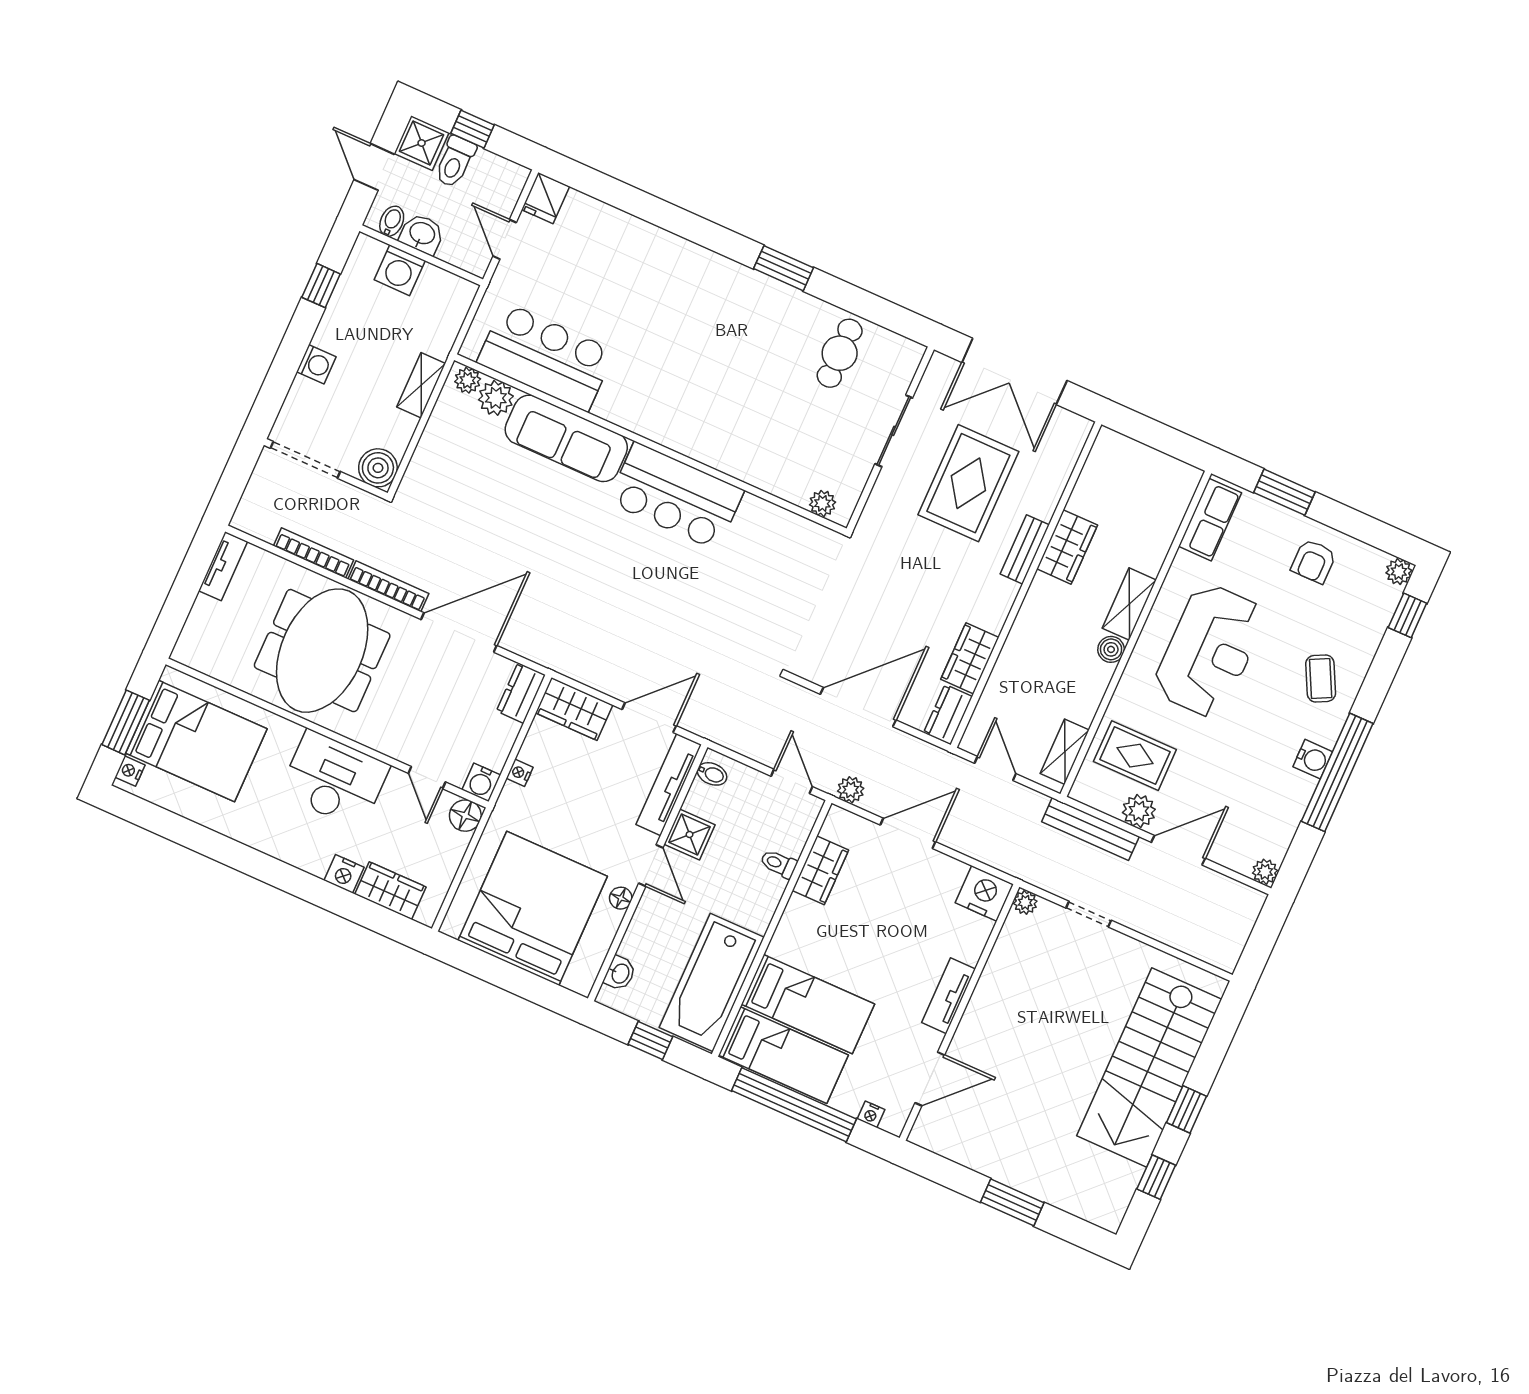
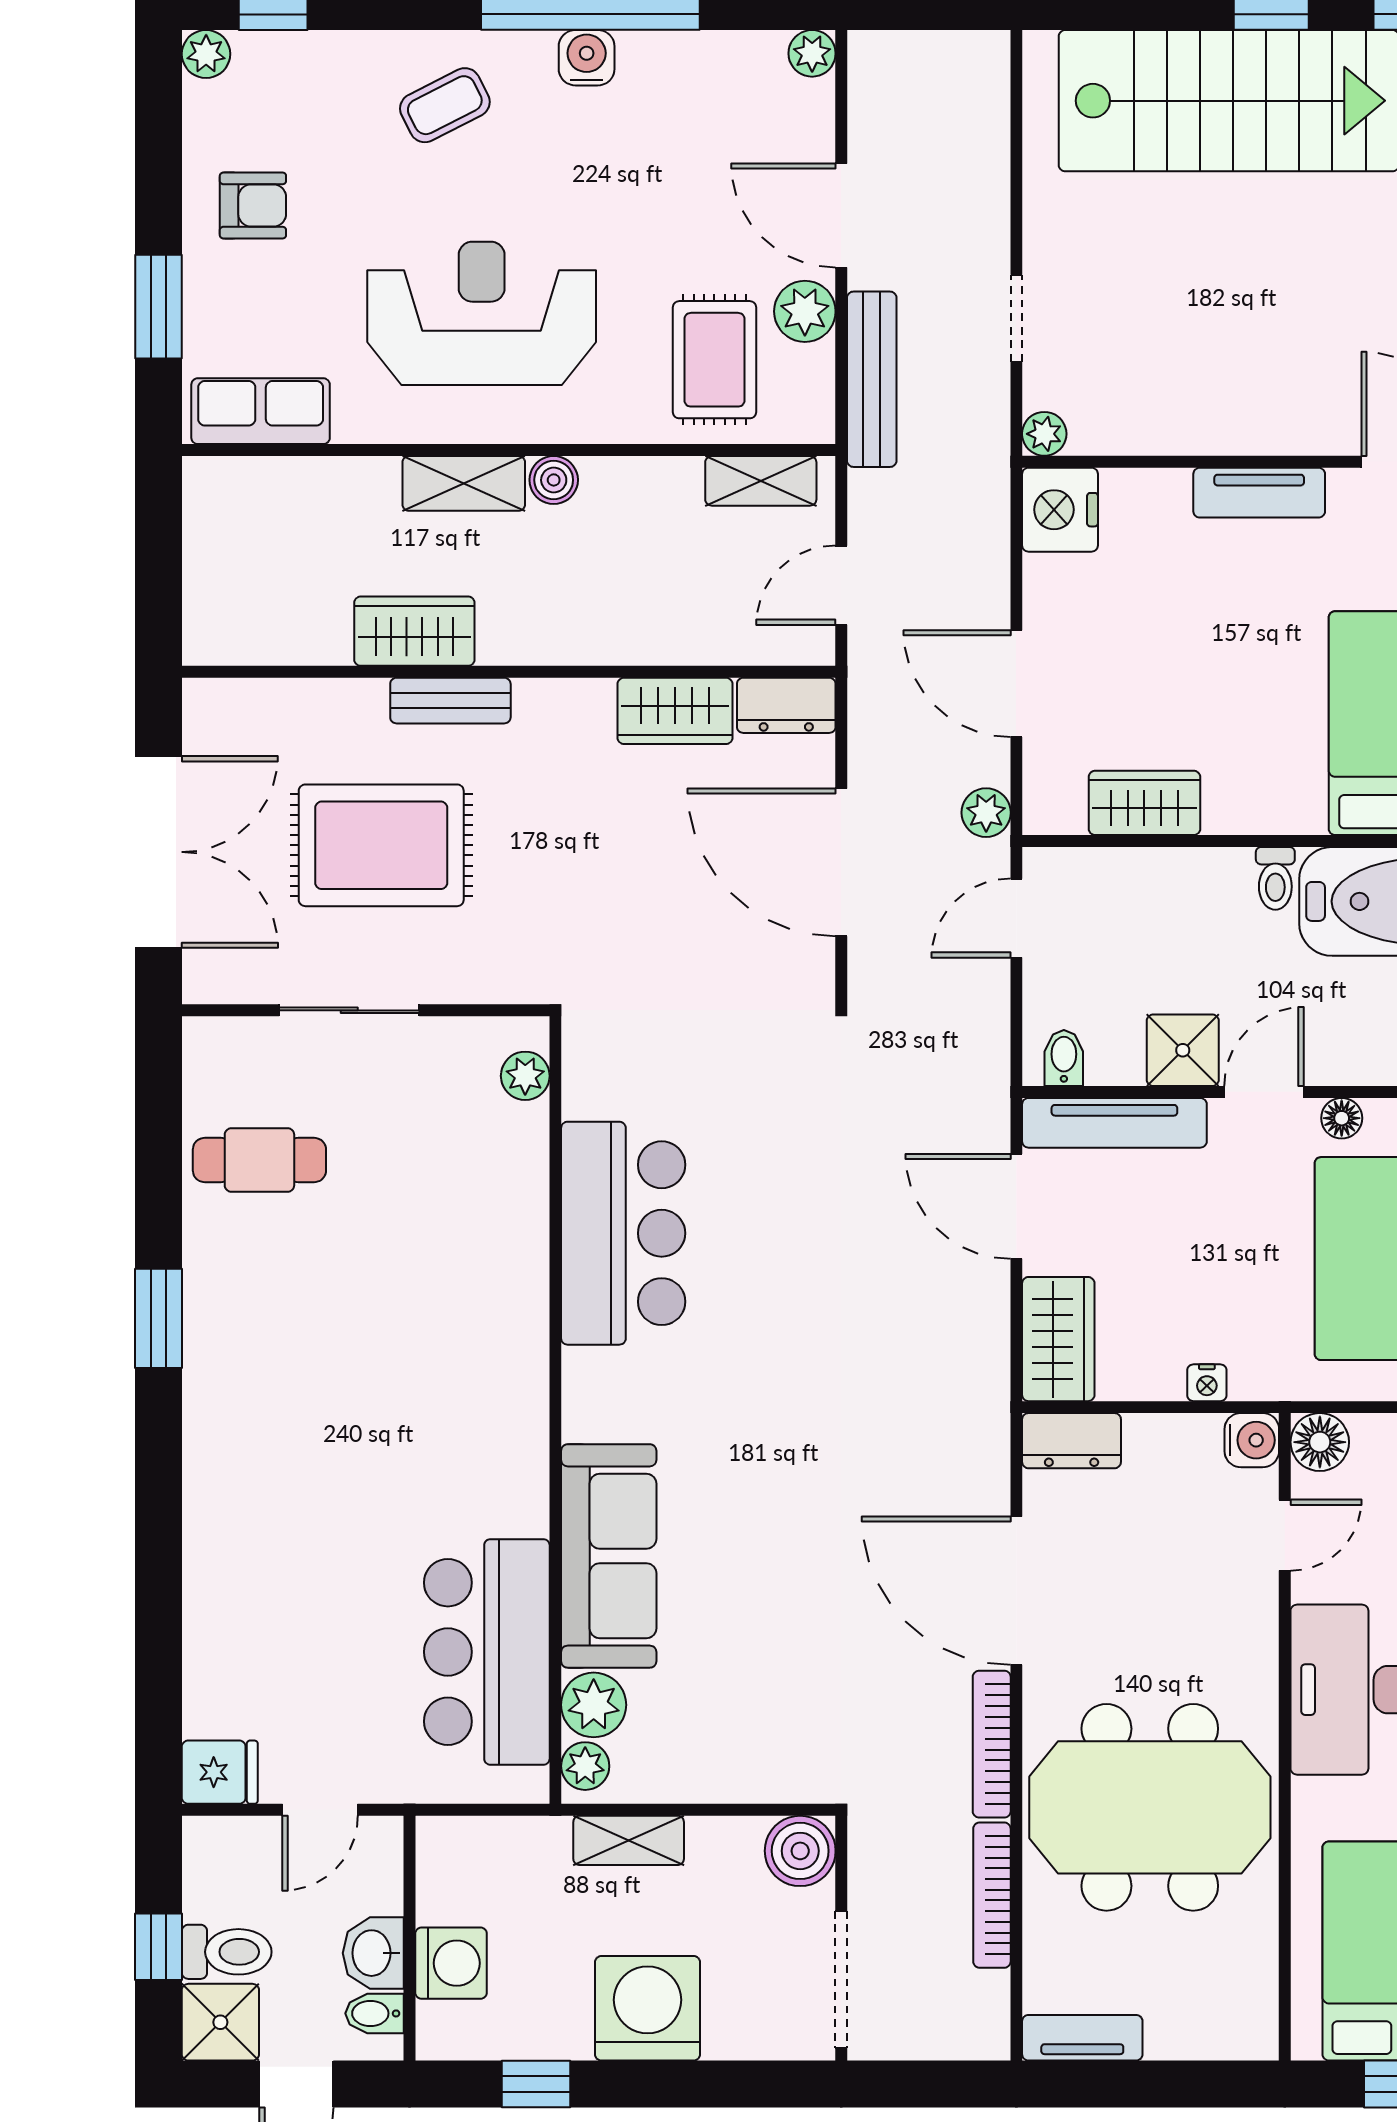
washing machine: (316, 364) -> (648, 2008), width x1.89, depth x1.89
bar counter: (676, 496) -> (623, 1233), moved
toilet: (779, 864) -> (1275, 878), moved

